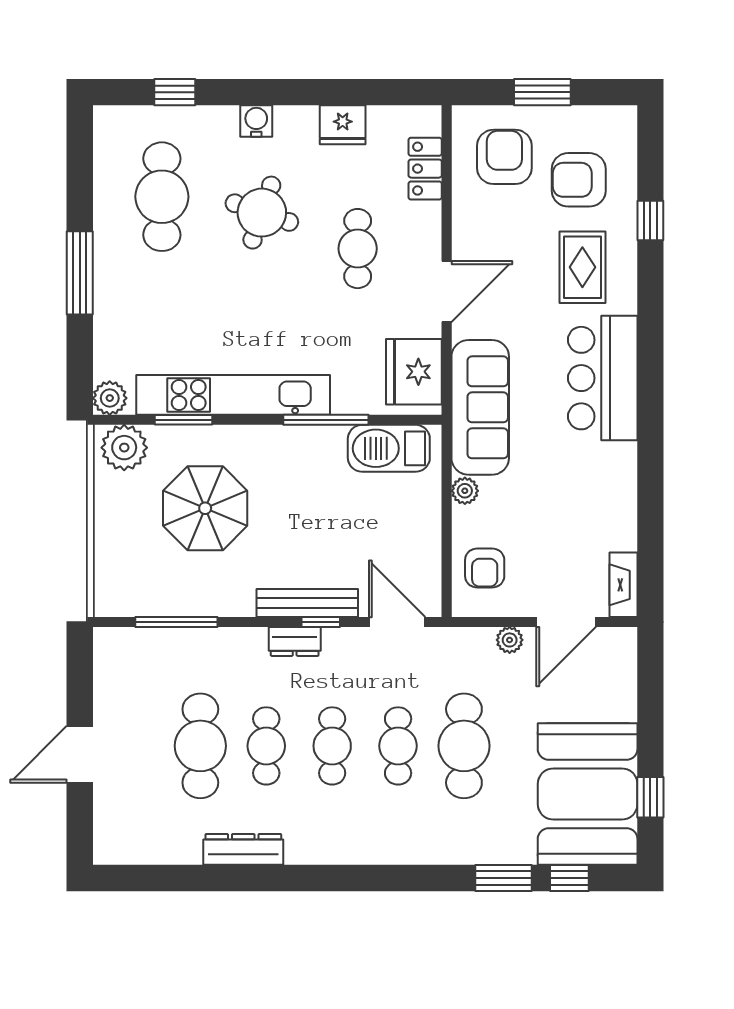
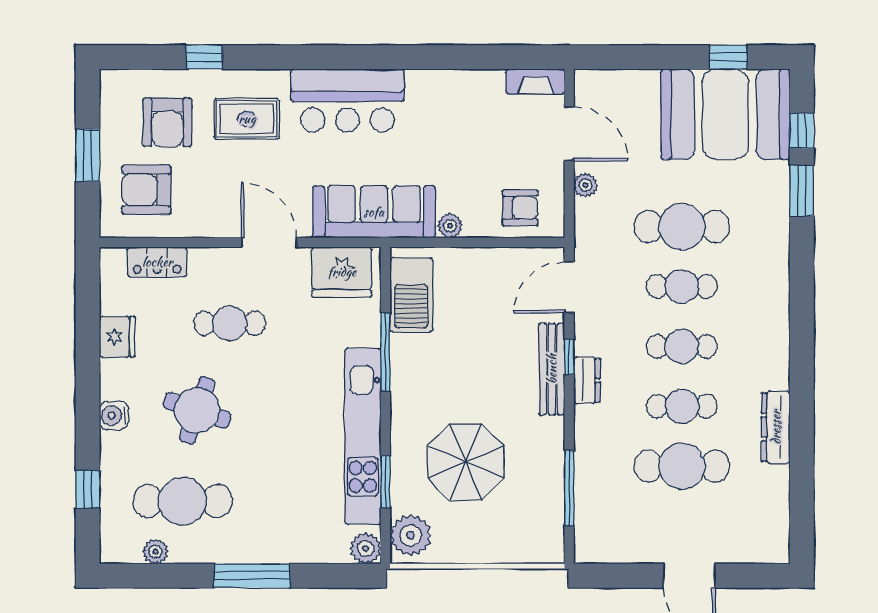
plant: (106, 167) -> (155, 552), added

